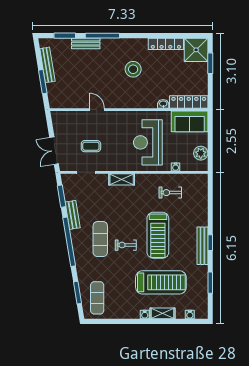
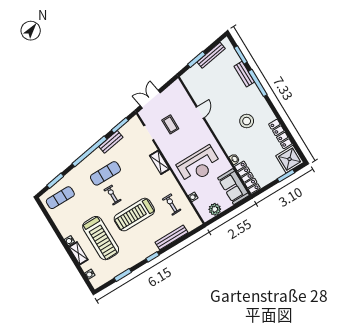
reception desk: (148, 142) -> (199, 165), turned 180
bench: (202, 246) -> (171, 237), moved

